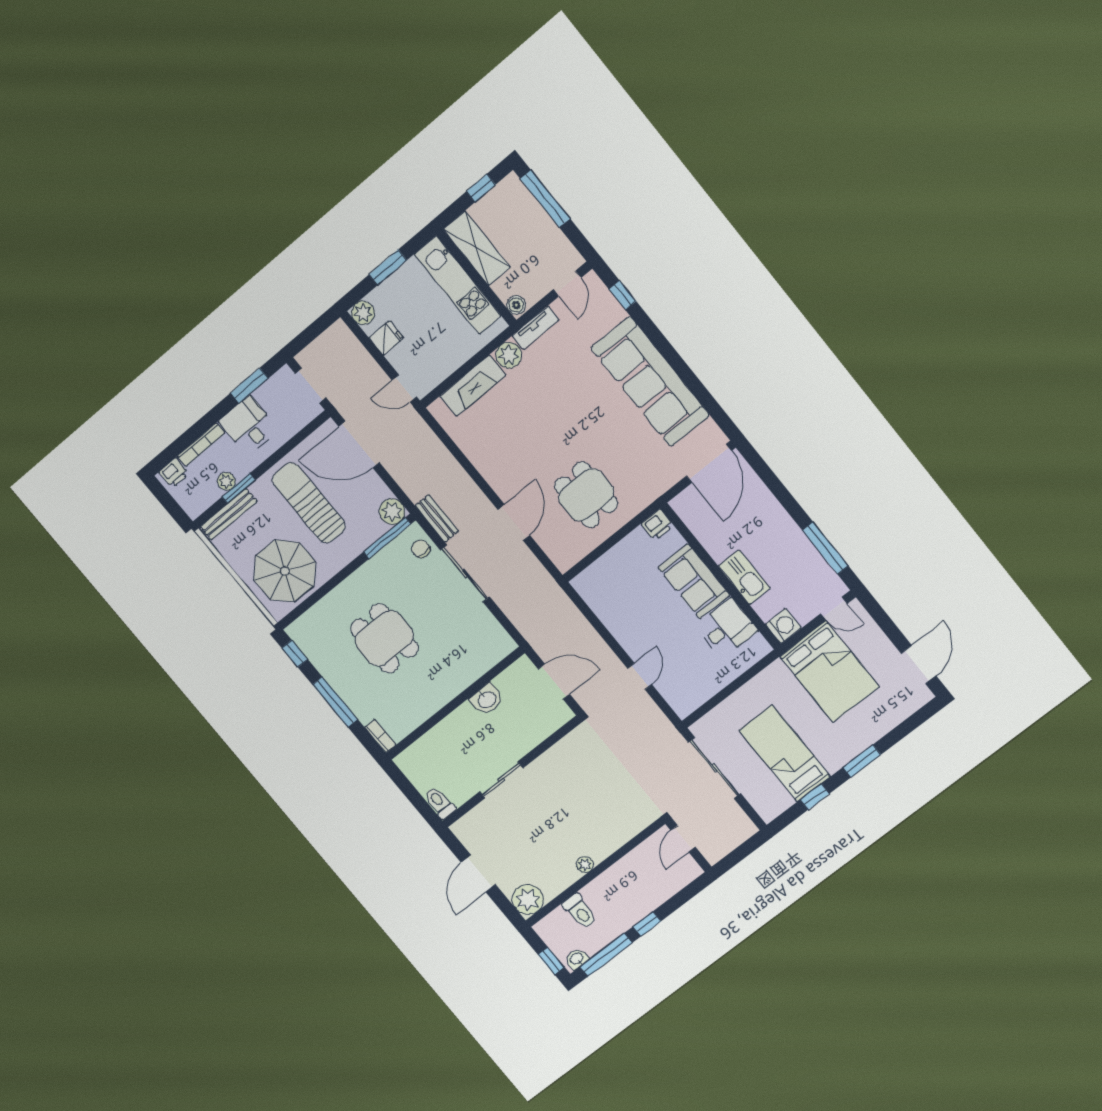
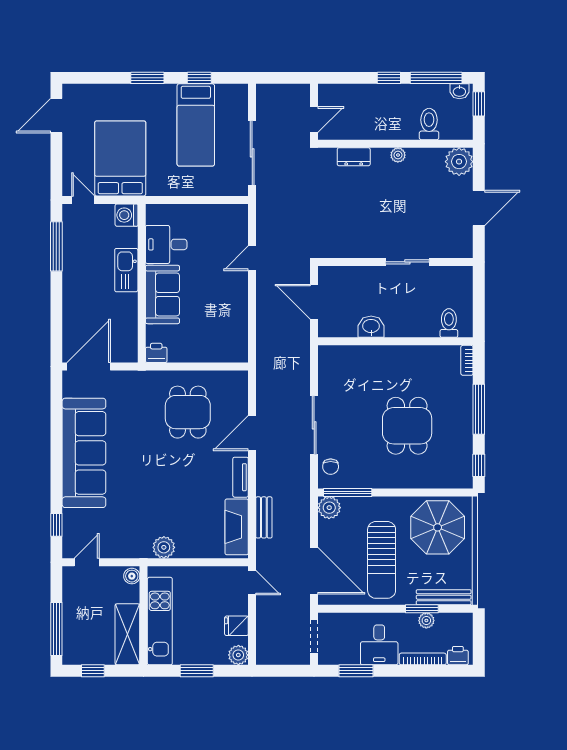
tv unit: (536, 328) -> (241, 477), moved, turned -90
fireplace: (473, 386) -> (237, 527), moved, turned -90
bench: (437, 518) -> (264, 517), moved
toilet: (440, 803) -> (449, 323), moved, turned 180
dresser: (622, 833) -> (354, 157), added

